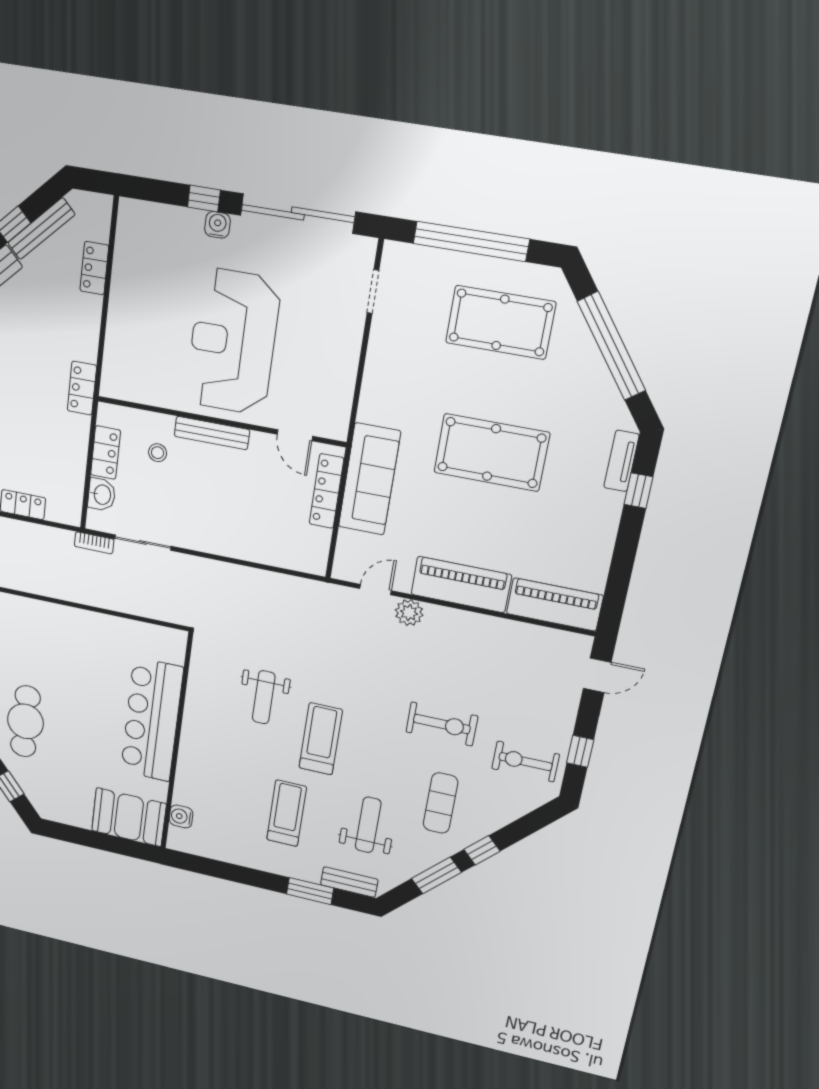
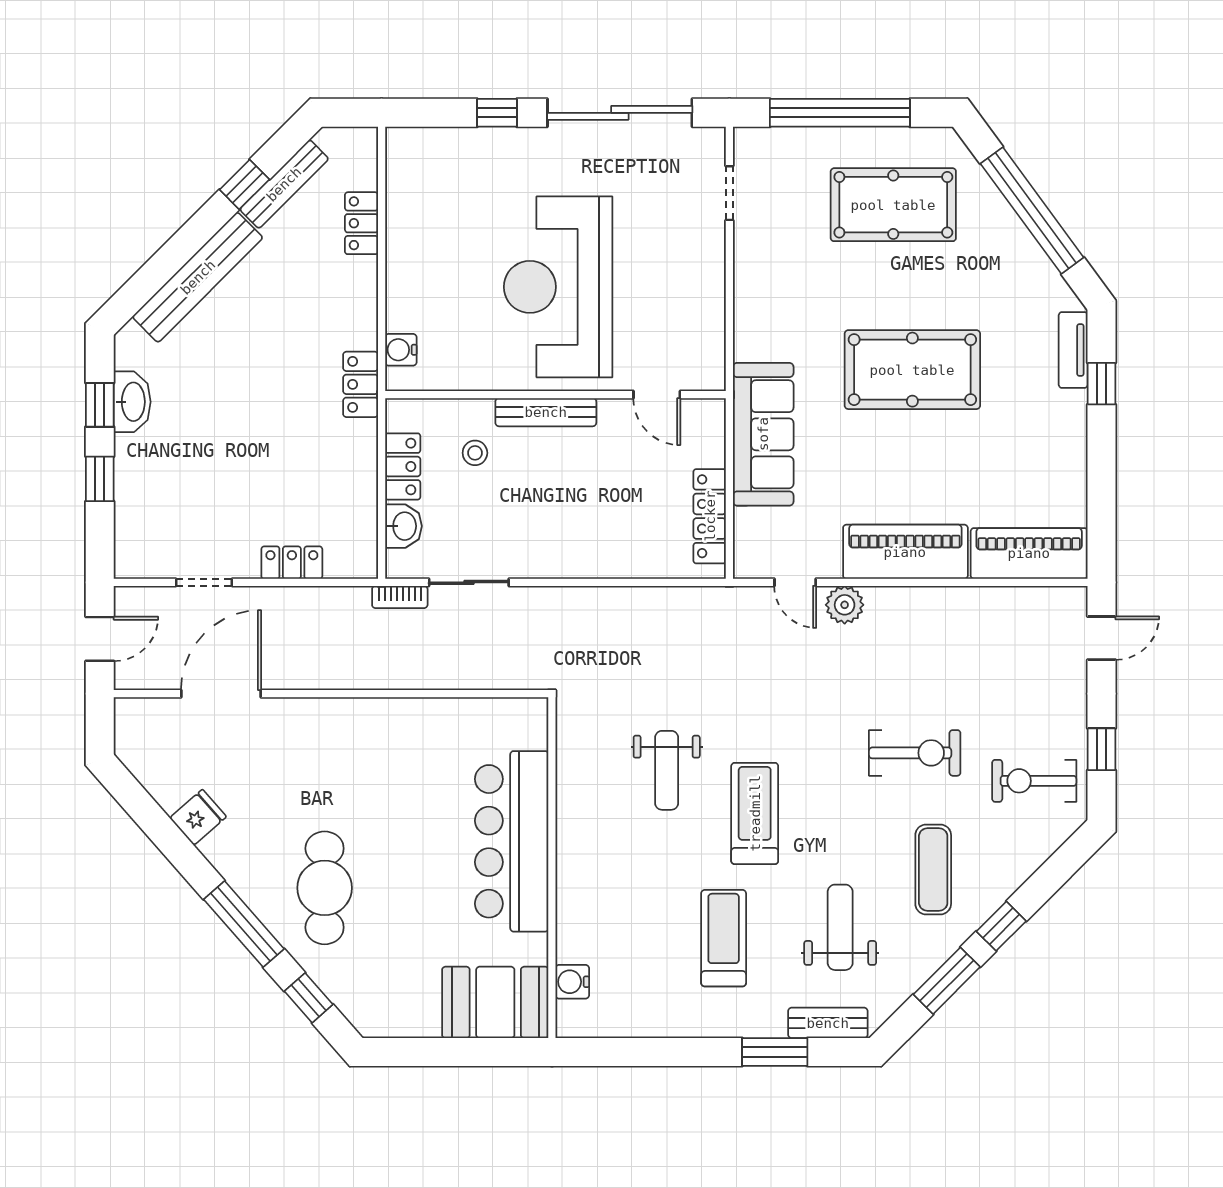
water cooler: (217, 225) -> (401, 350), moved, turned -90
locker: (327, 491) -> (710, 516), moved
door: (376, 590) -> (795, 582), swing flipped

